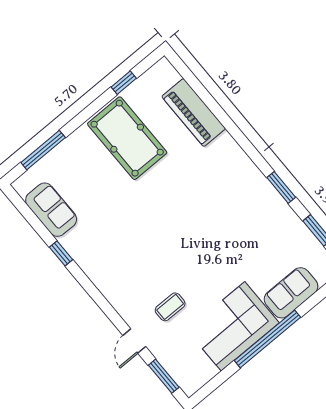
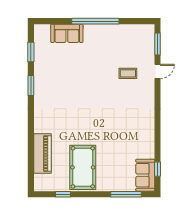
sofa: (51, 210) -> (145, 175), moved
window: (61, 253) -> (157, 169), moved
corner sofa: (233, 326) -> (106, 40), removed

